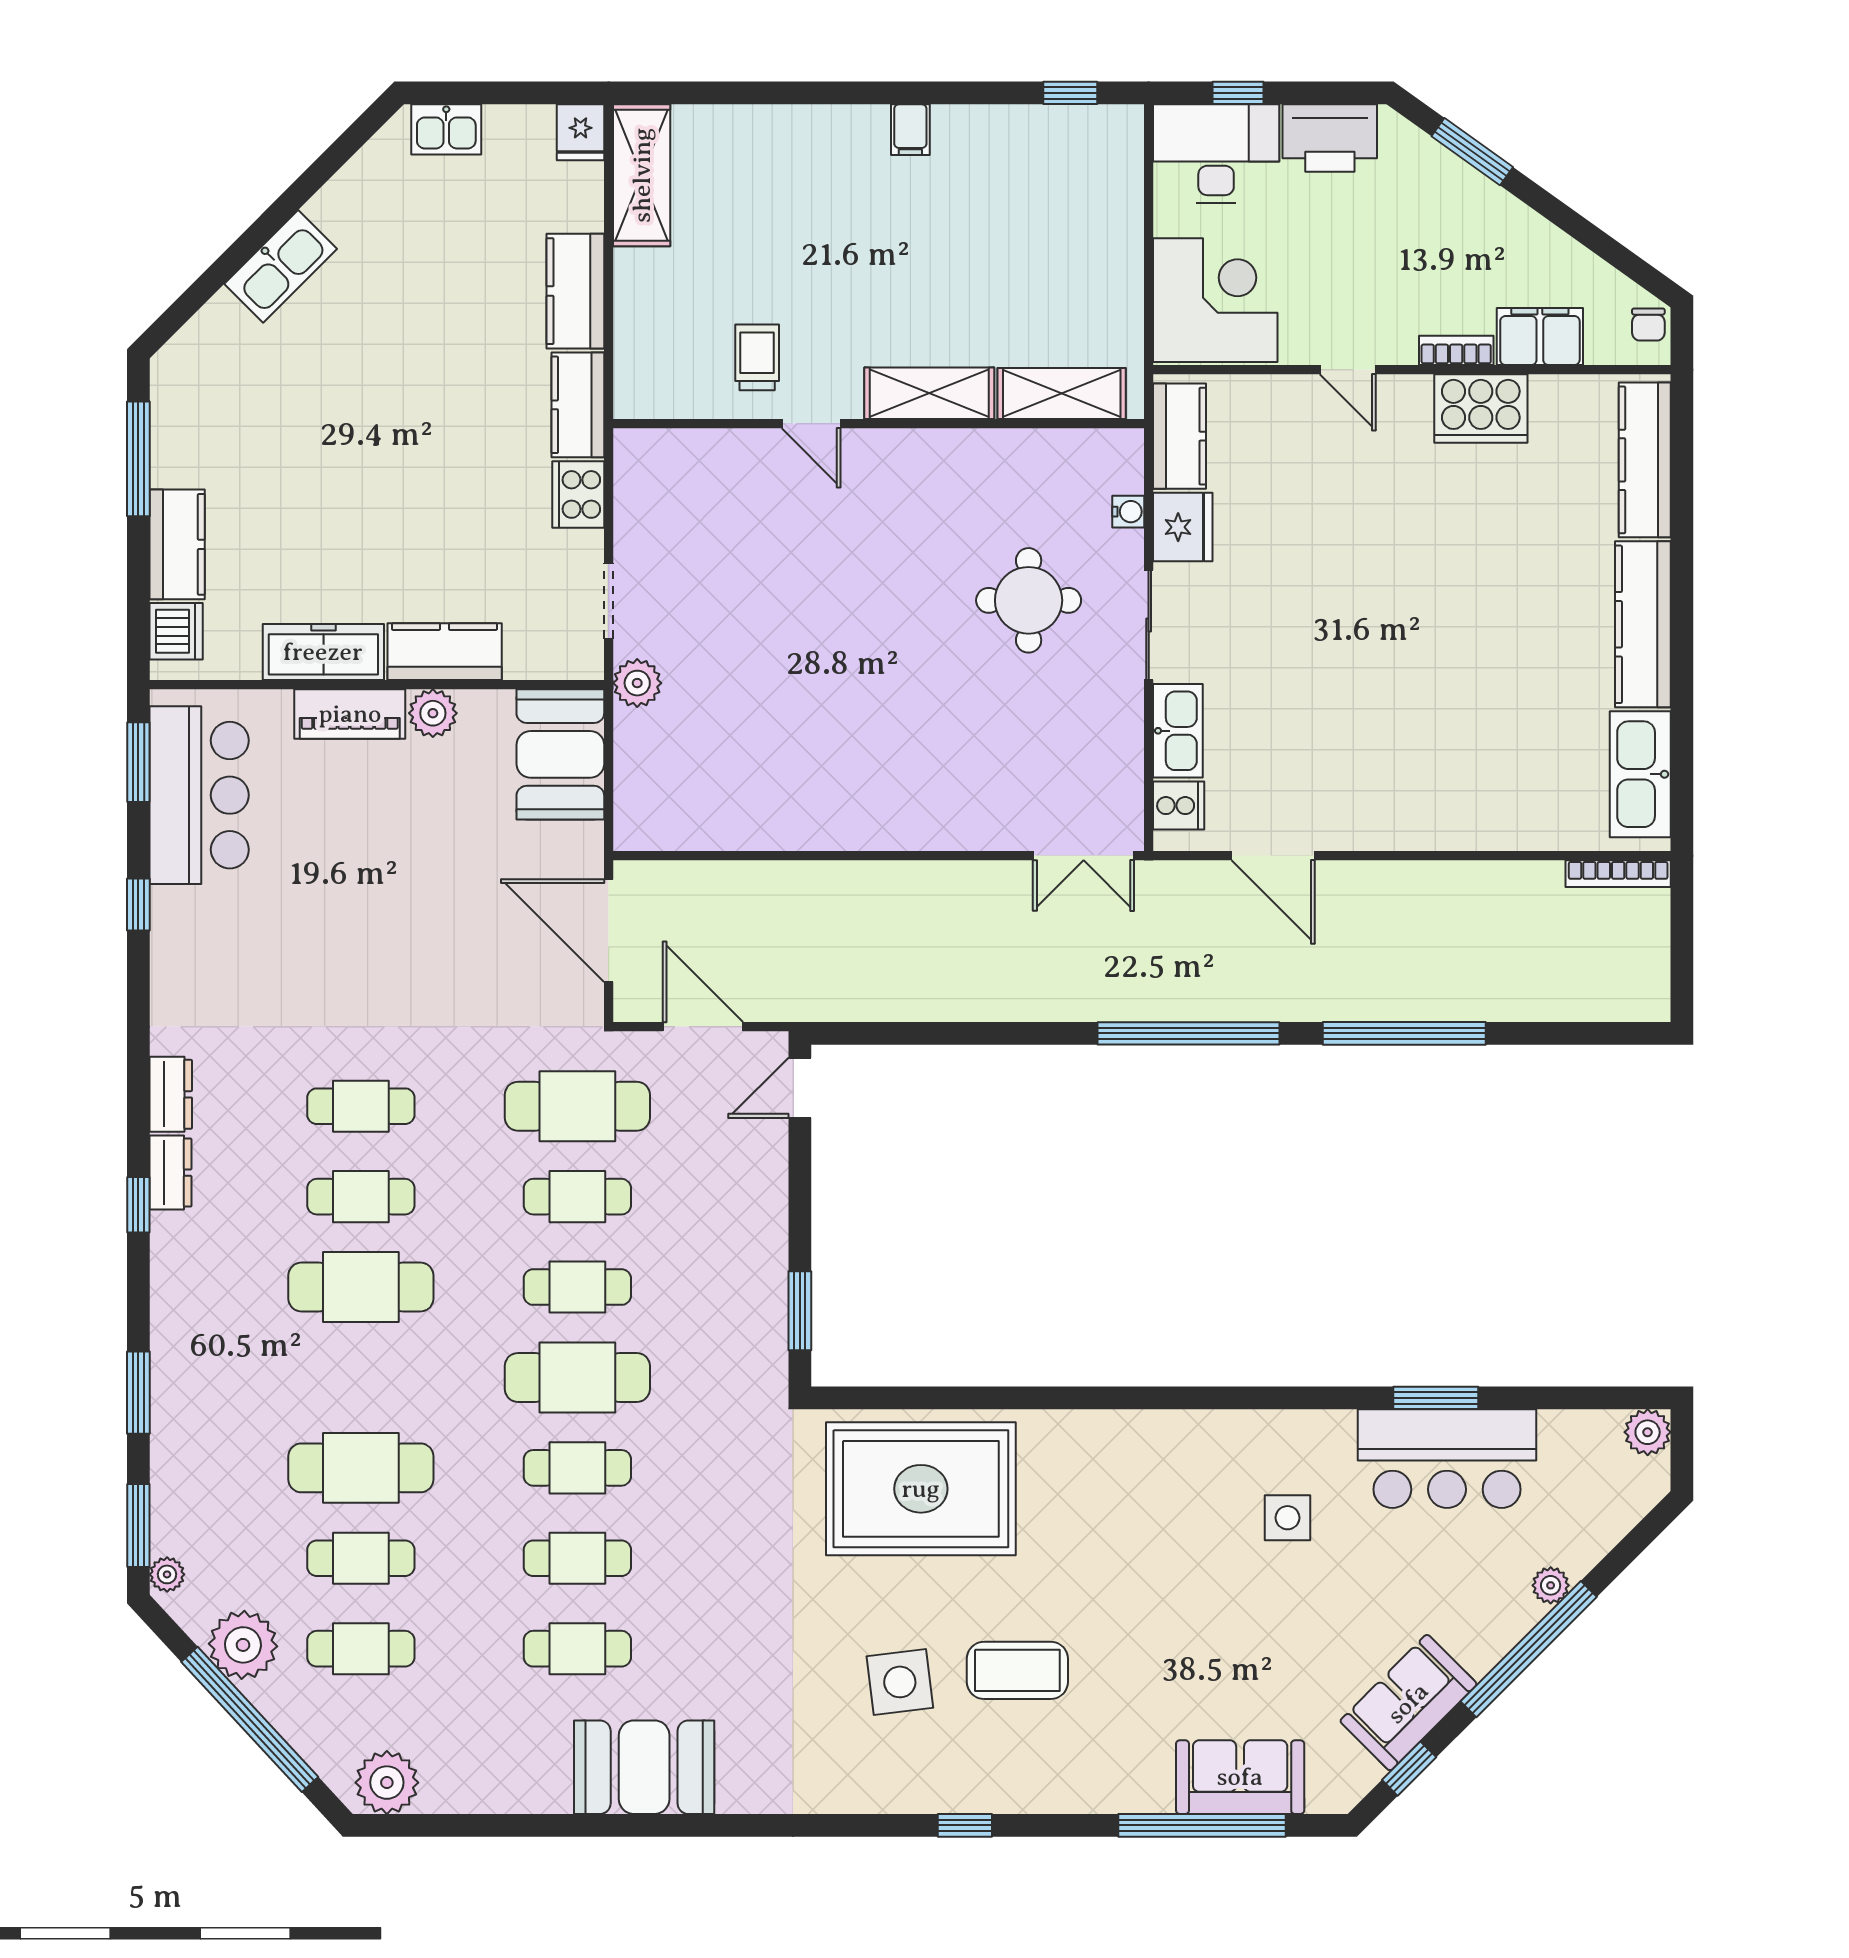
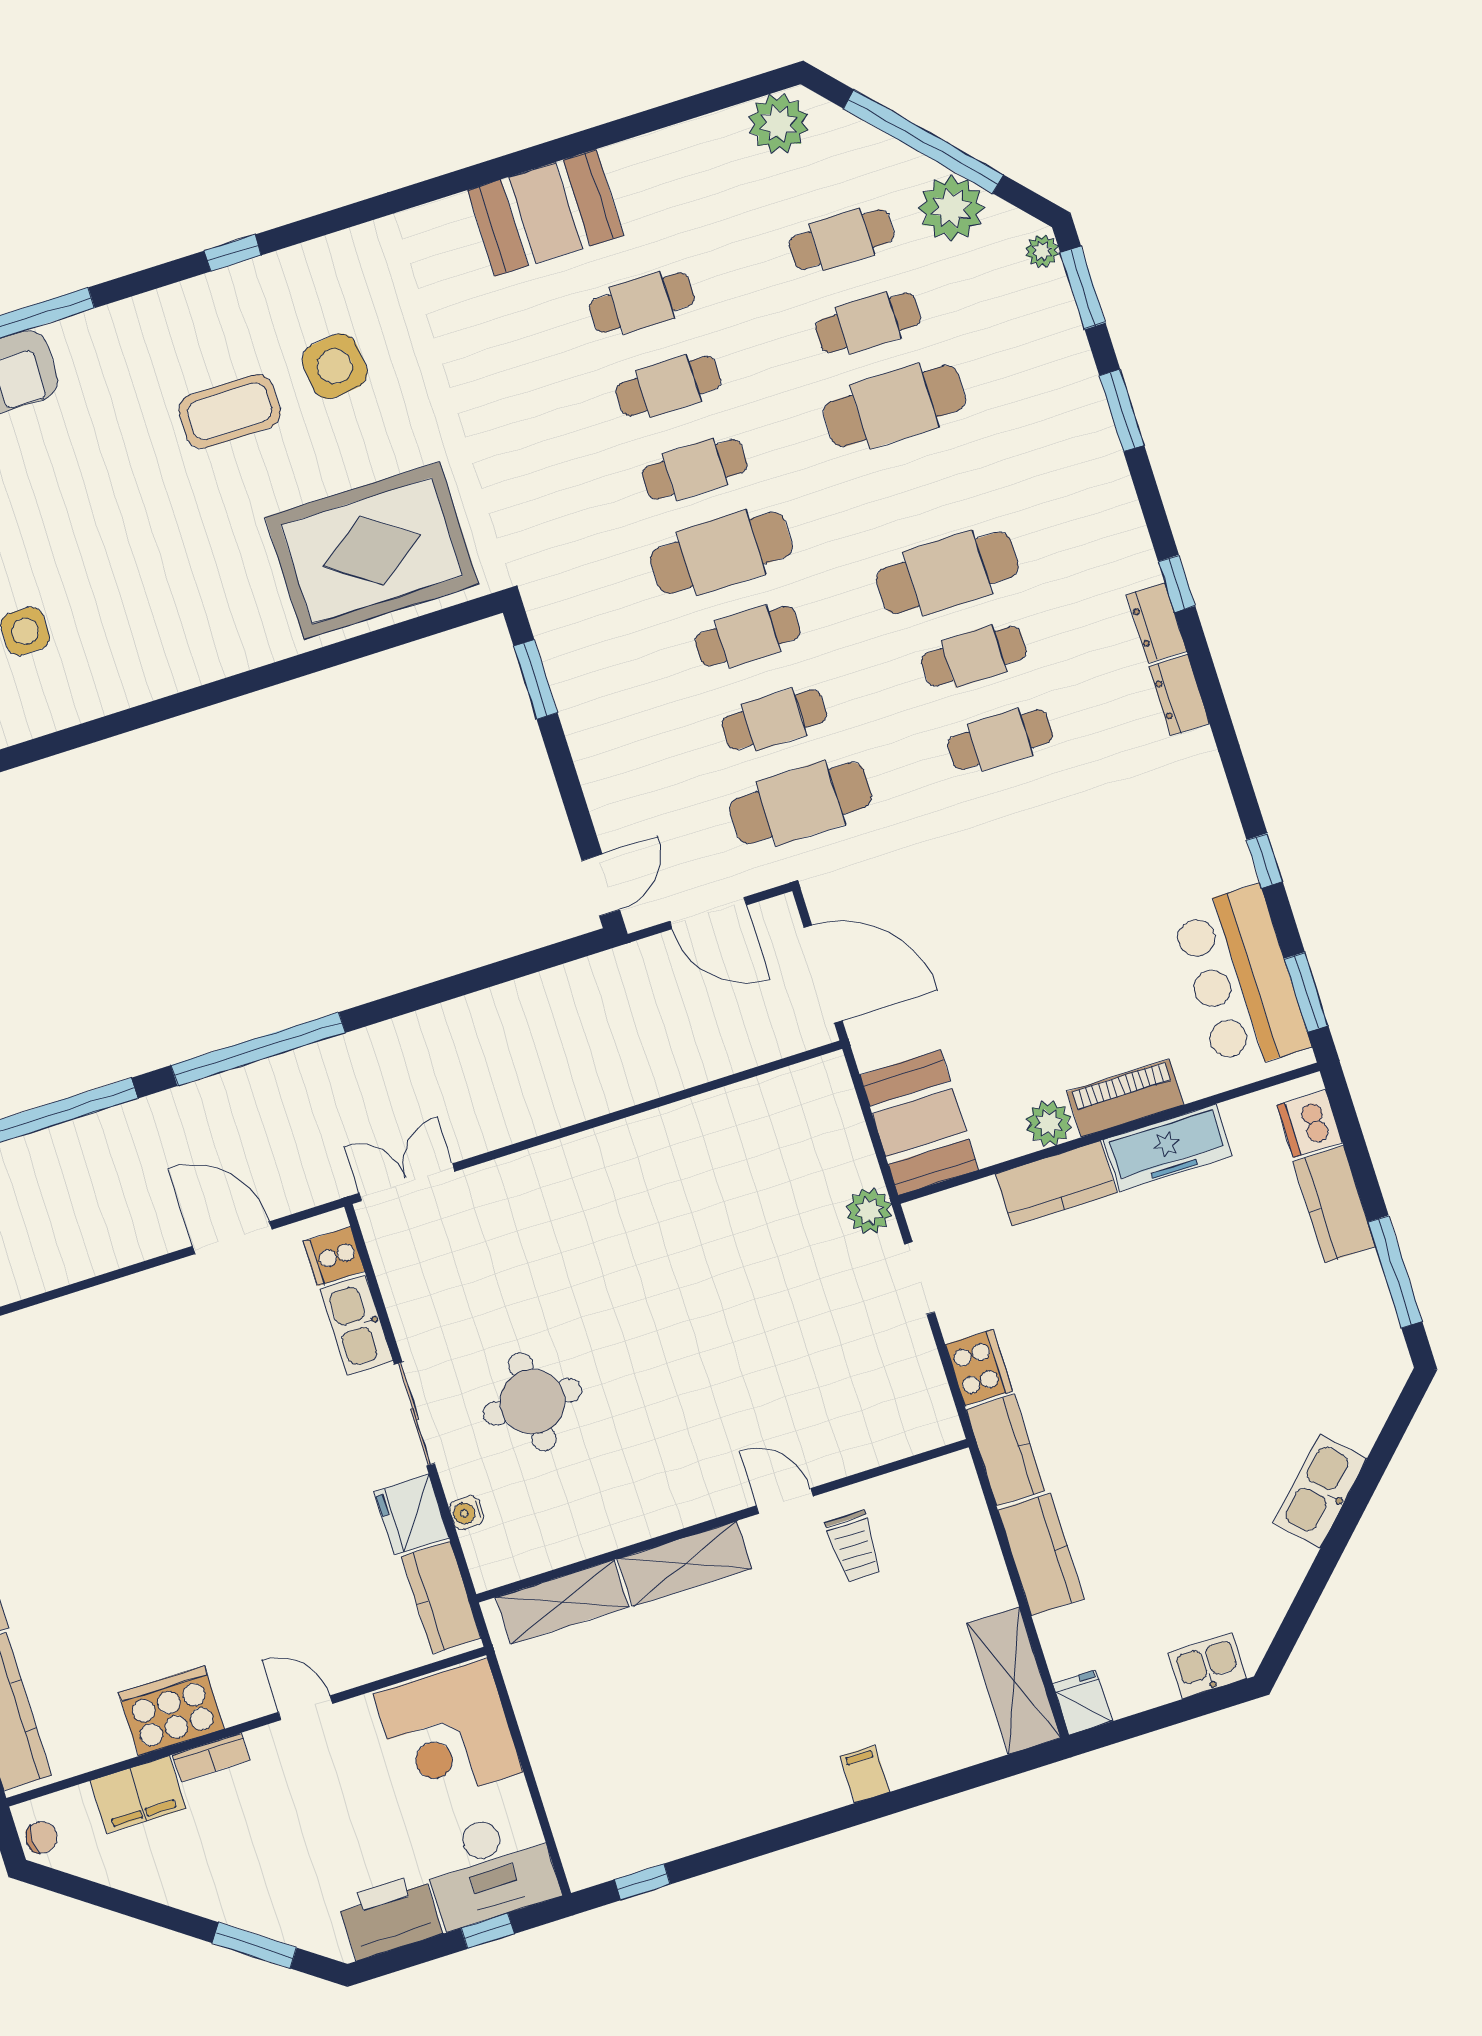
filing cabinet: (910, 130) -> (865, 1774), moved
chair: (1648, 324) -> (41, 1837), turned 90

